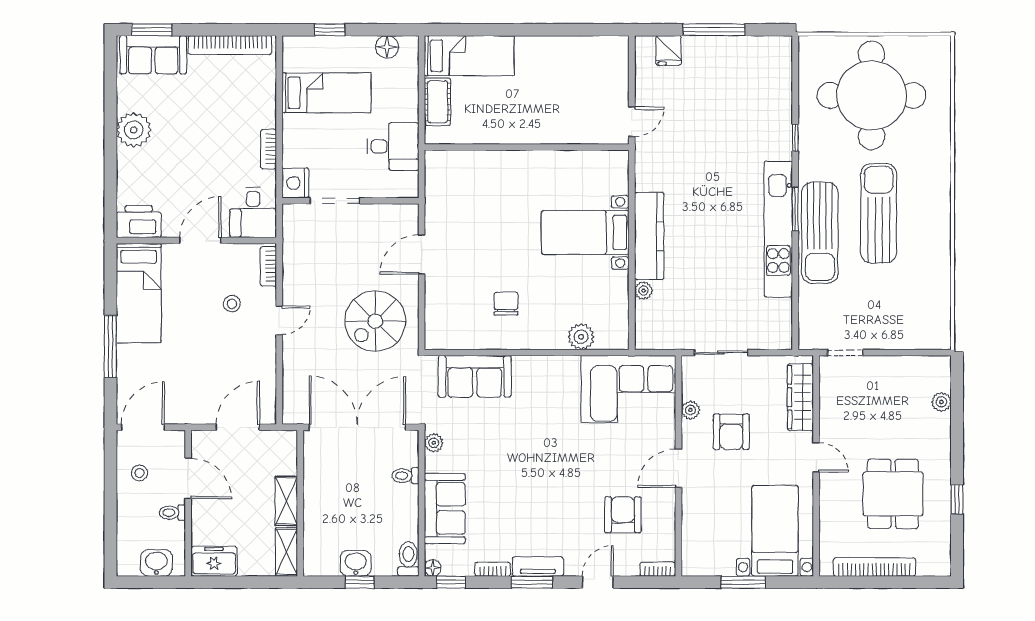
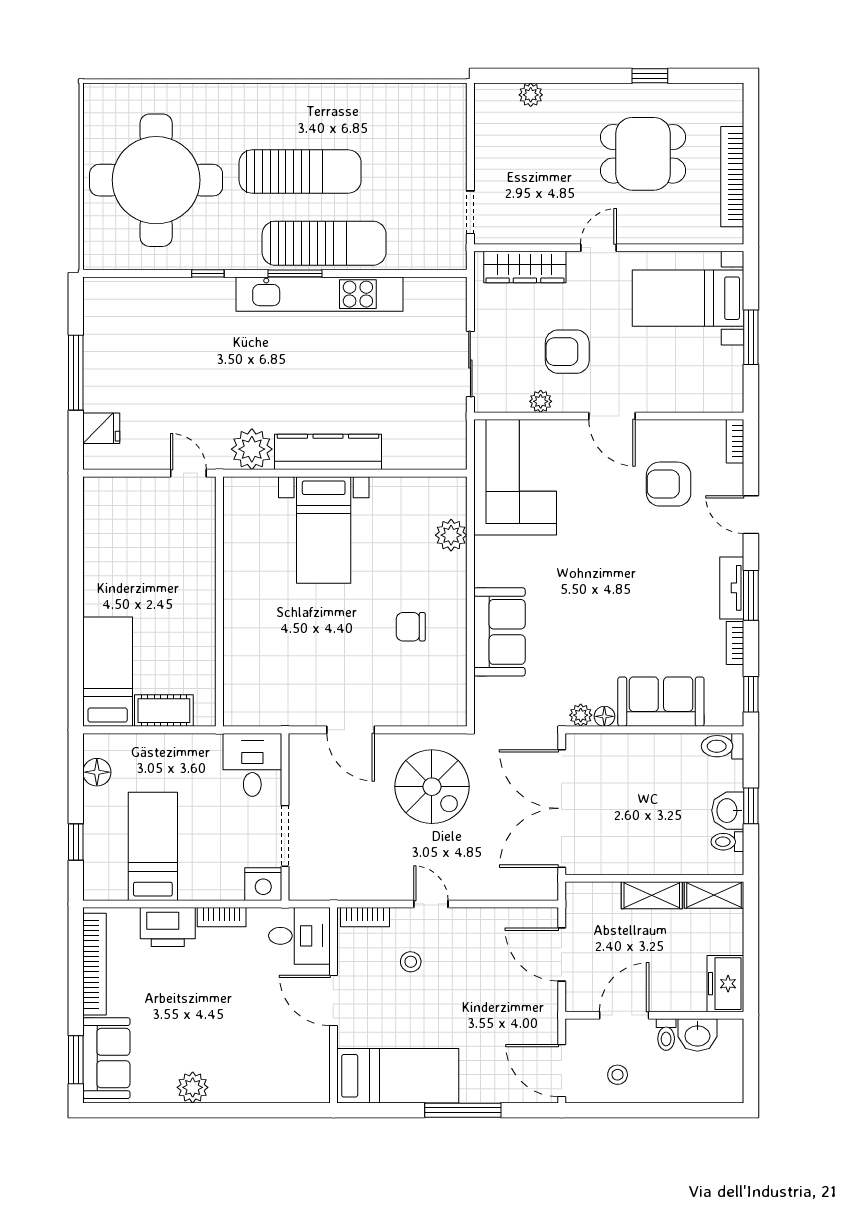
plant: (134, 130) -> (193, 1087), width x0.73, depth x0.73
desk: (393, 146) -> (252, 765), moved
sun lounger: (879, 213) -> (300, 171), turned 180
printer: (139, 222) -> (168, 927), moved, turned -90
plant: (644, 291) -> (252, 449), moved, width x1.88, depth x1.88
sofa: (475, 376) -> (499, 632), moved
armchair: (731, 432) -> (567, 352), turned 180
toilet: (406, 476) -> (727, 842), moved, turned 90
washbasin: (156, 563) -> (697, 1035), moved, turned -90
floor lamp: (433, 568) -> (604, 716), moved

